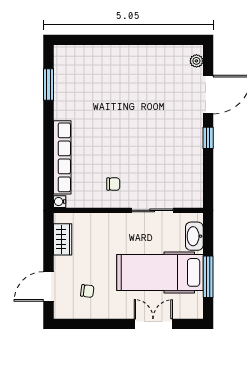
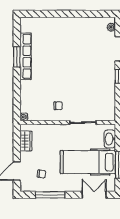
window: (48, 85) -> (17, 57), moved
row of seats: (62, 157) -> (26, 56), moved
window: (101, 324) -> (50, 195), added
double door: (153, 324) -> (94, 195), moved

